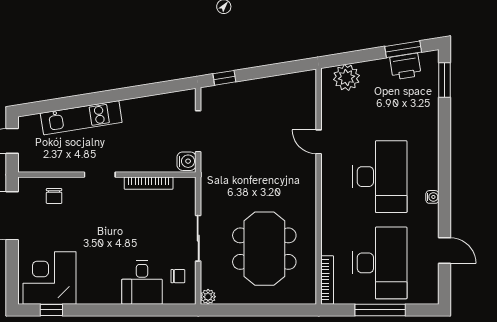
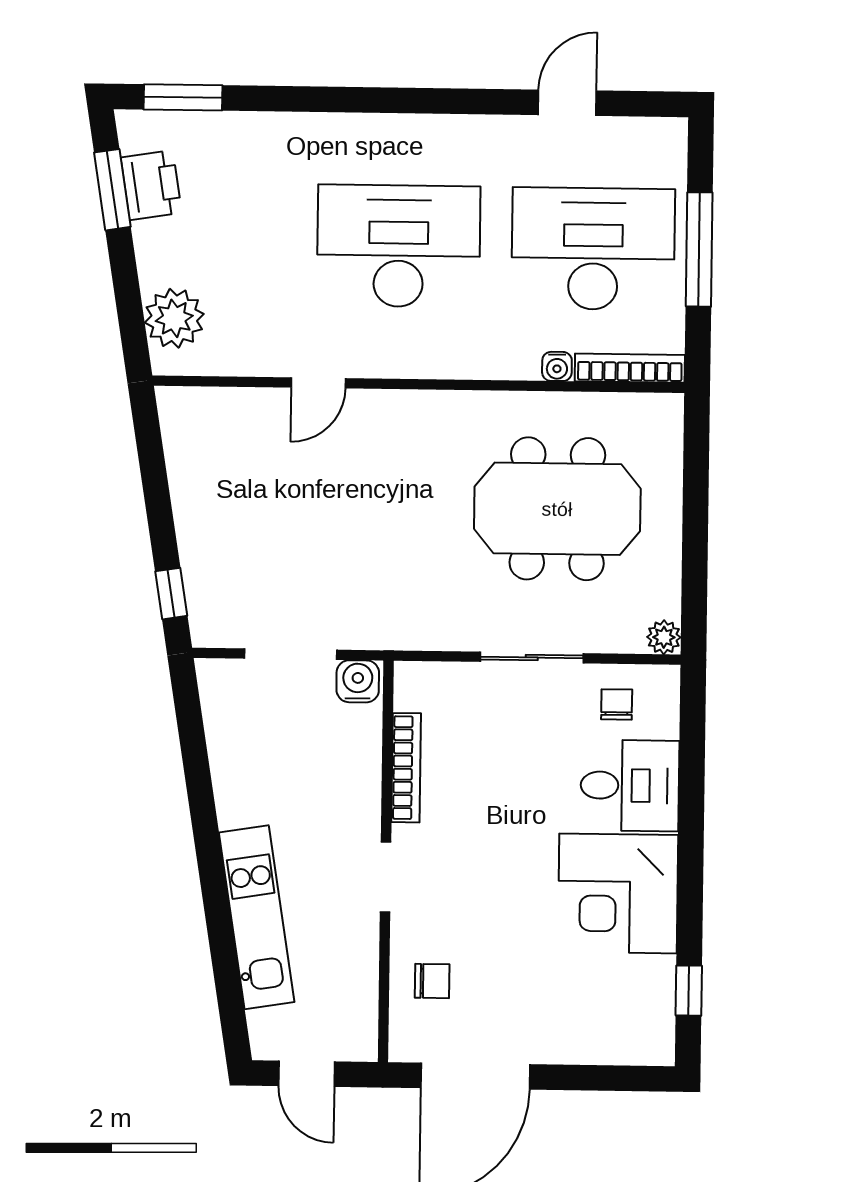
water cooler: (432, 197) -> (557, 366), moved, turned 180
corner desk: (49, 278) -> (618, 893), moved

